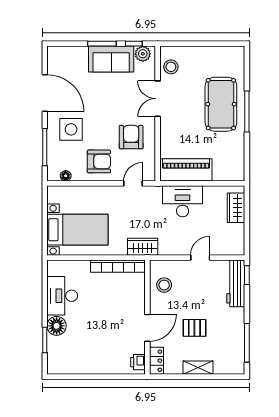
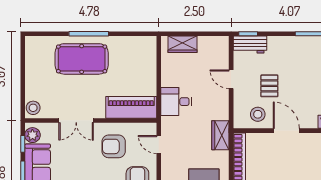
stool: (171, 67) -> (33, 108), moved
piano: (186, 170) -> (131, 107), moved, turned 90
desk: (183, 201) -> (176, 102), width x0.73
workbench: (236, 283) -> (250, 44), width x0.73
door: (147, 328) -> (286, 131), moved
pallet: (194, 328) -> (269, 86), moved

